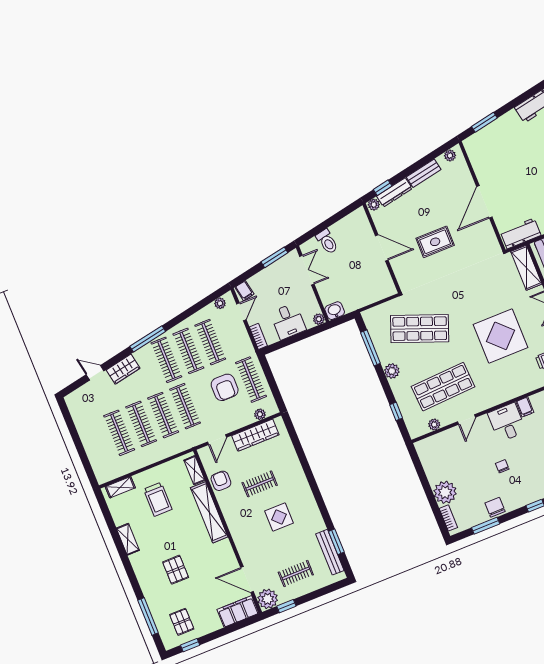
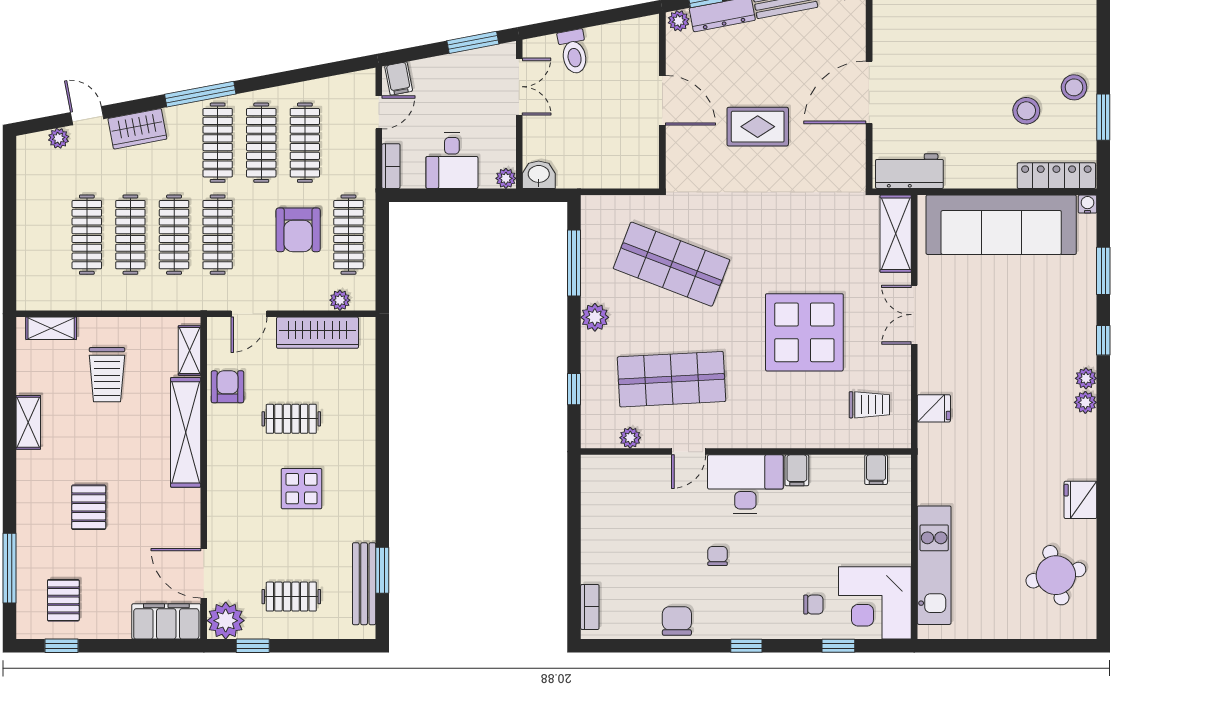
plant: (220, 303) -> (59, 138), moved
desk: (507, 422) -> (745, 484), width x1.37
plant: (445, 492) -> (602, 561), removed
window: (486, 526) -> (648, 646), removed

